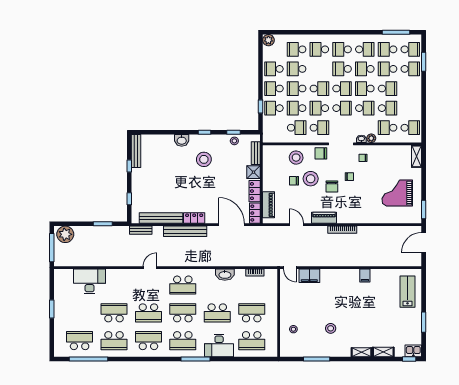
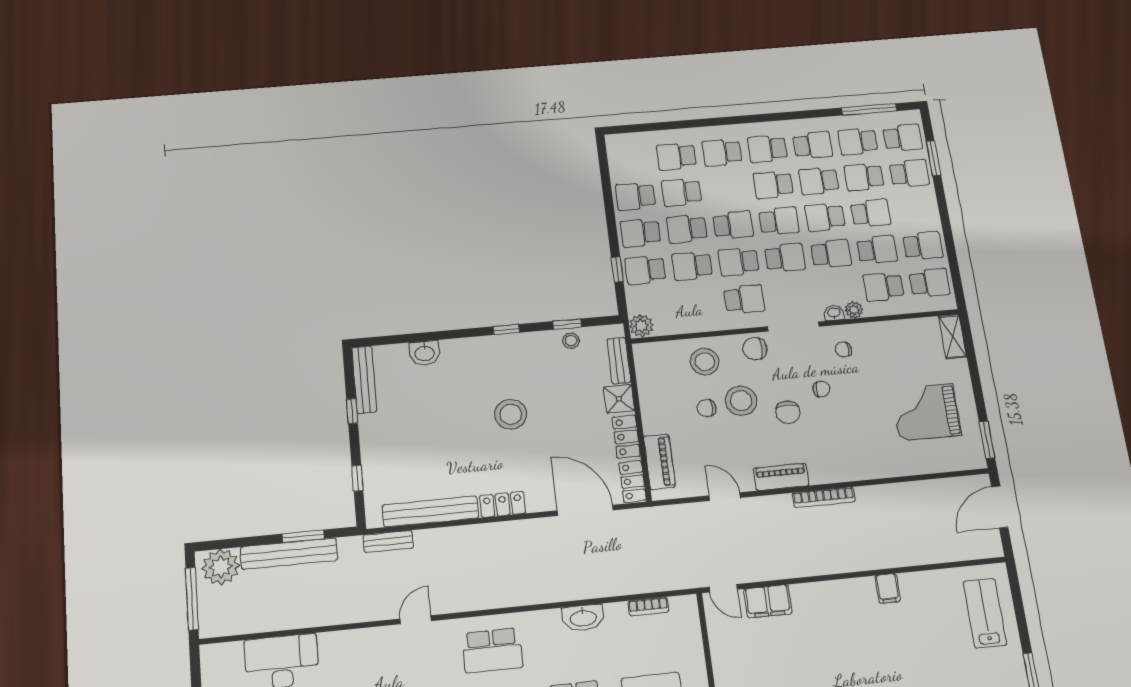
plant: (268, 40) -> (641, 326), moved
school desk: (297, 128) -> (923, 246), moved
washbasin: (182, 140) -> (425, 353), moved
stool: (204, 159) -> (511, 414), moved
bench: (185, 231) -> (289, 554), moved

